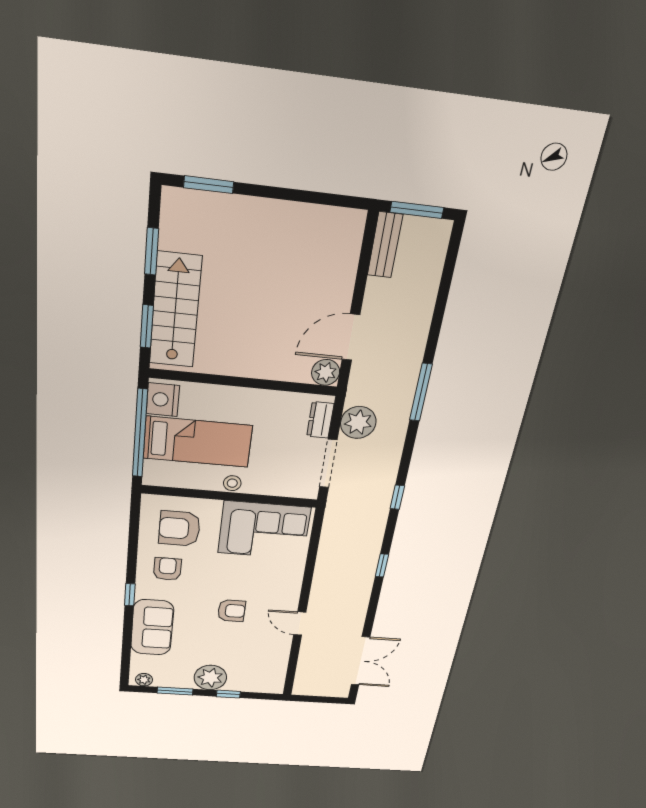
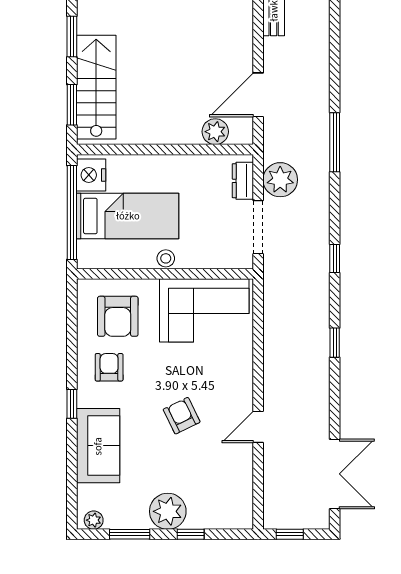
plant: (326, 372) -> (215, 132), moved
armchair: (180, 528) -> (118, 316), turned -90
armchair: (231, 611) -> (182, 416), turned -116
door: (300, 624) -> (258, 427), hinge flipped
window: (313, 699) -> (290, 534), added

